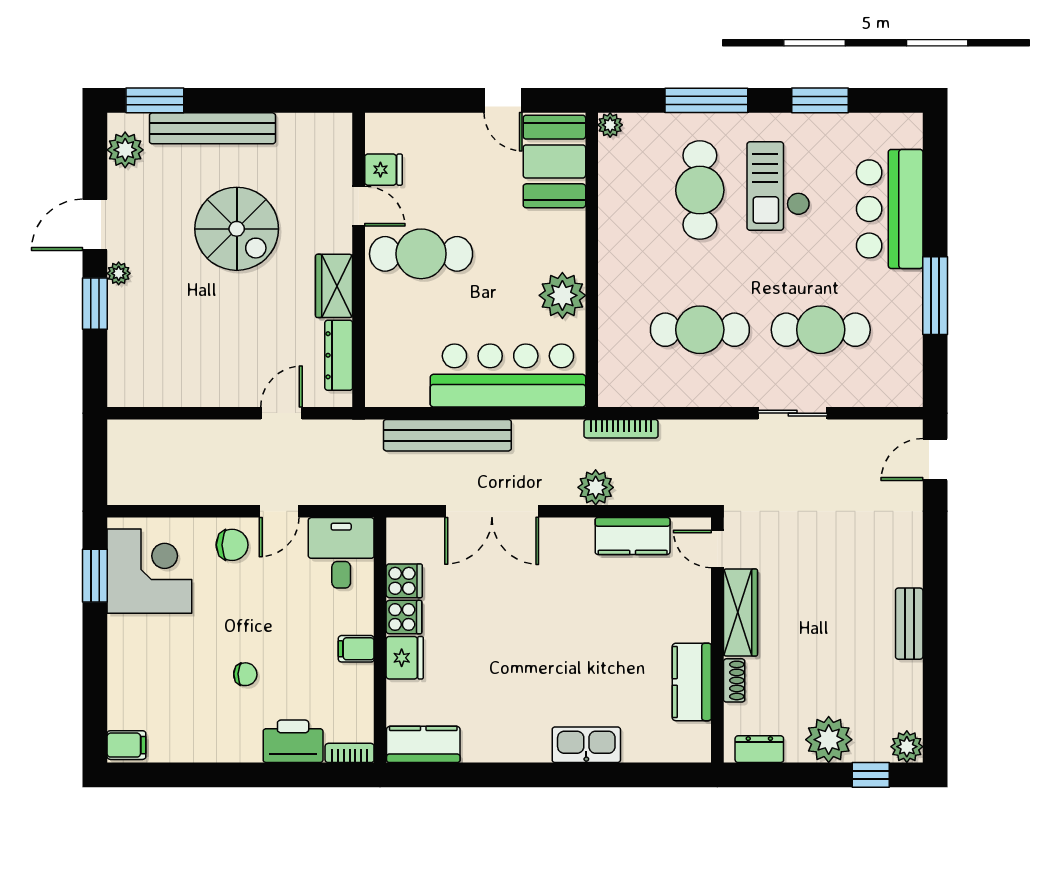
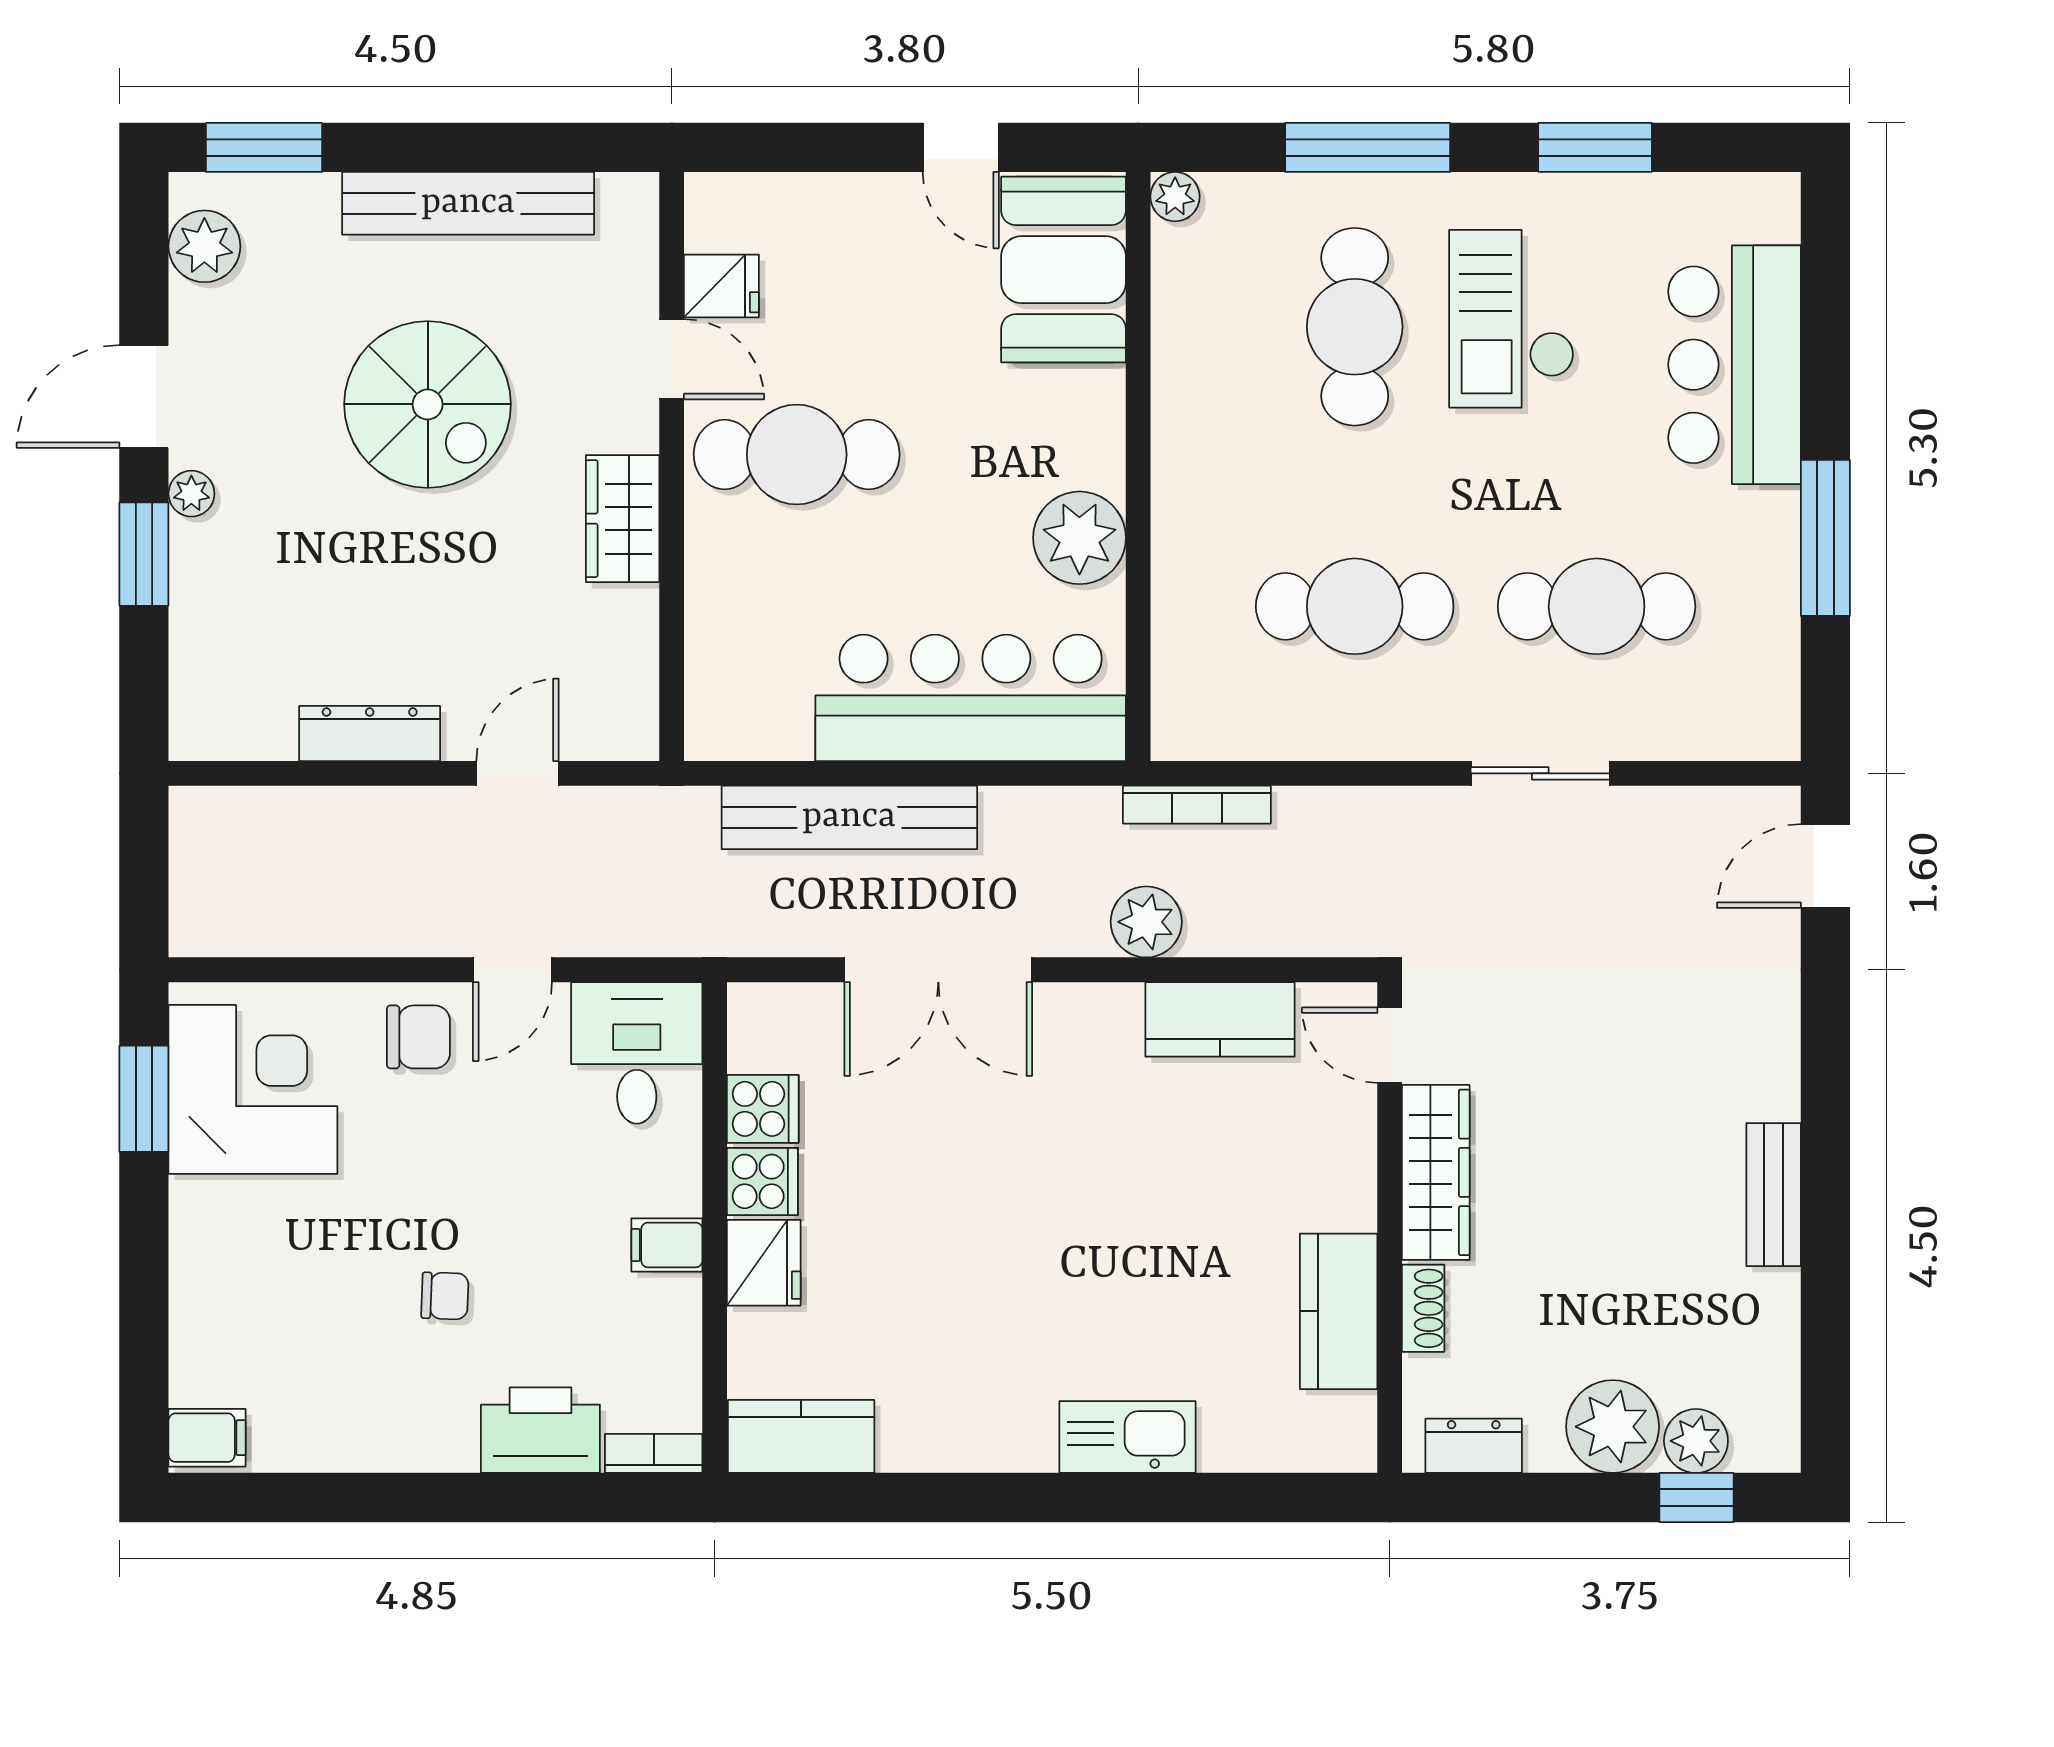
bench: (212, 128) -> (468, 203), moved
dresser: (339, 355) -> (370, 734), moved, turned 90
plant: (907, 747) -> (1696, 1441), moved

